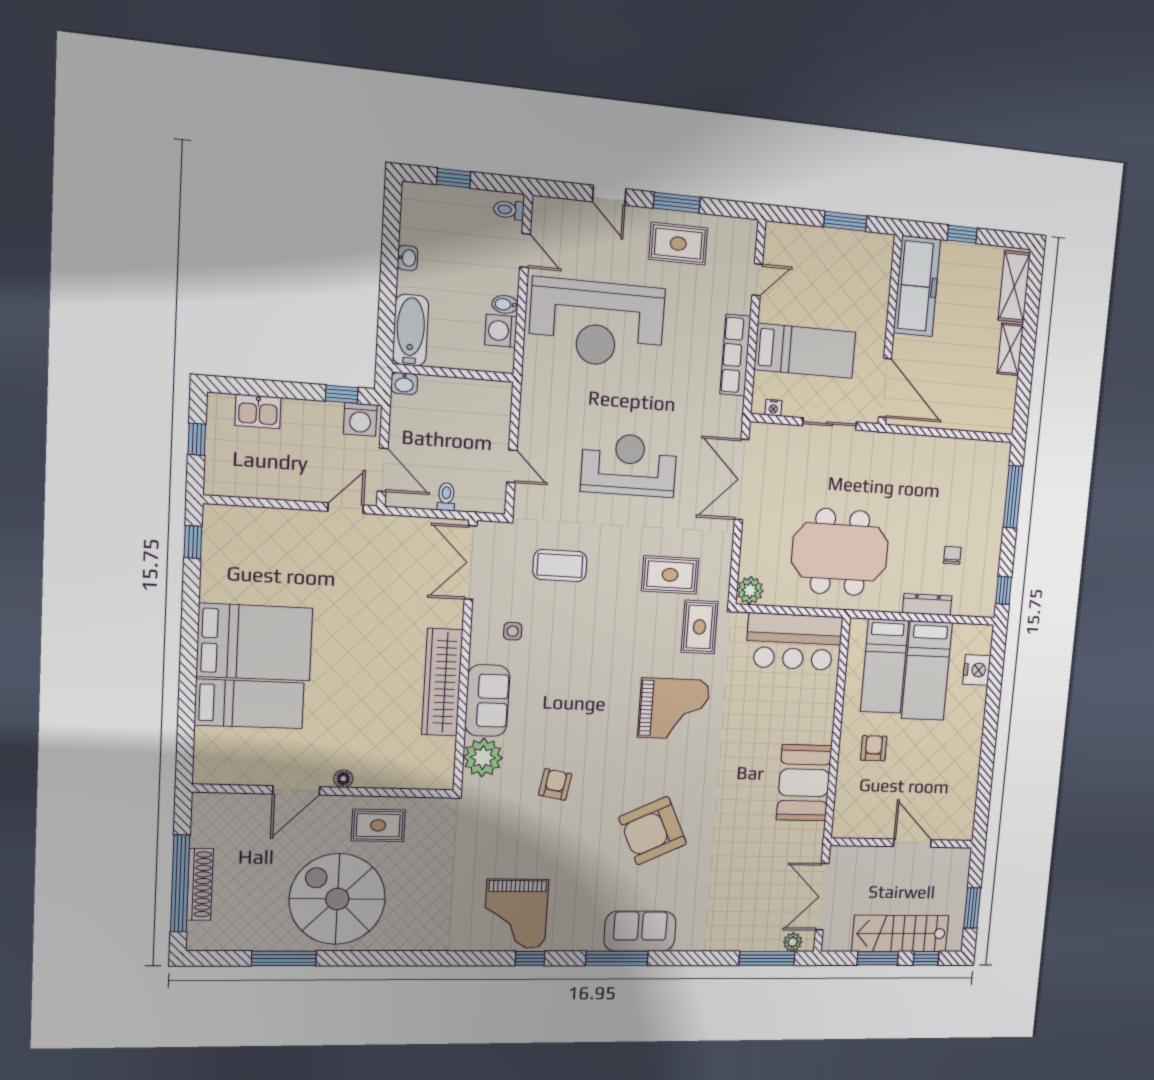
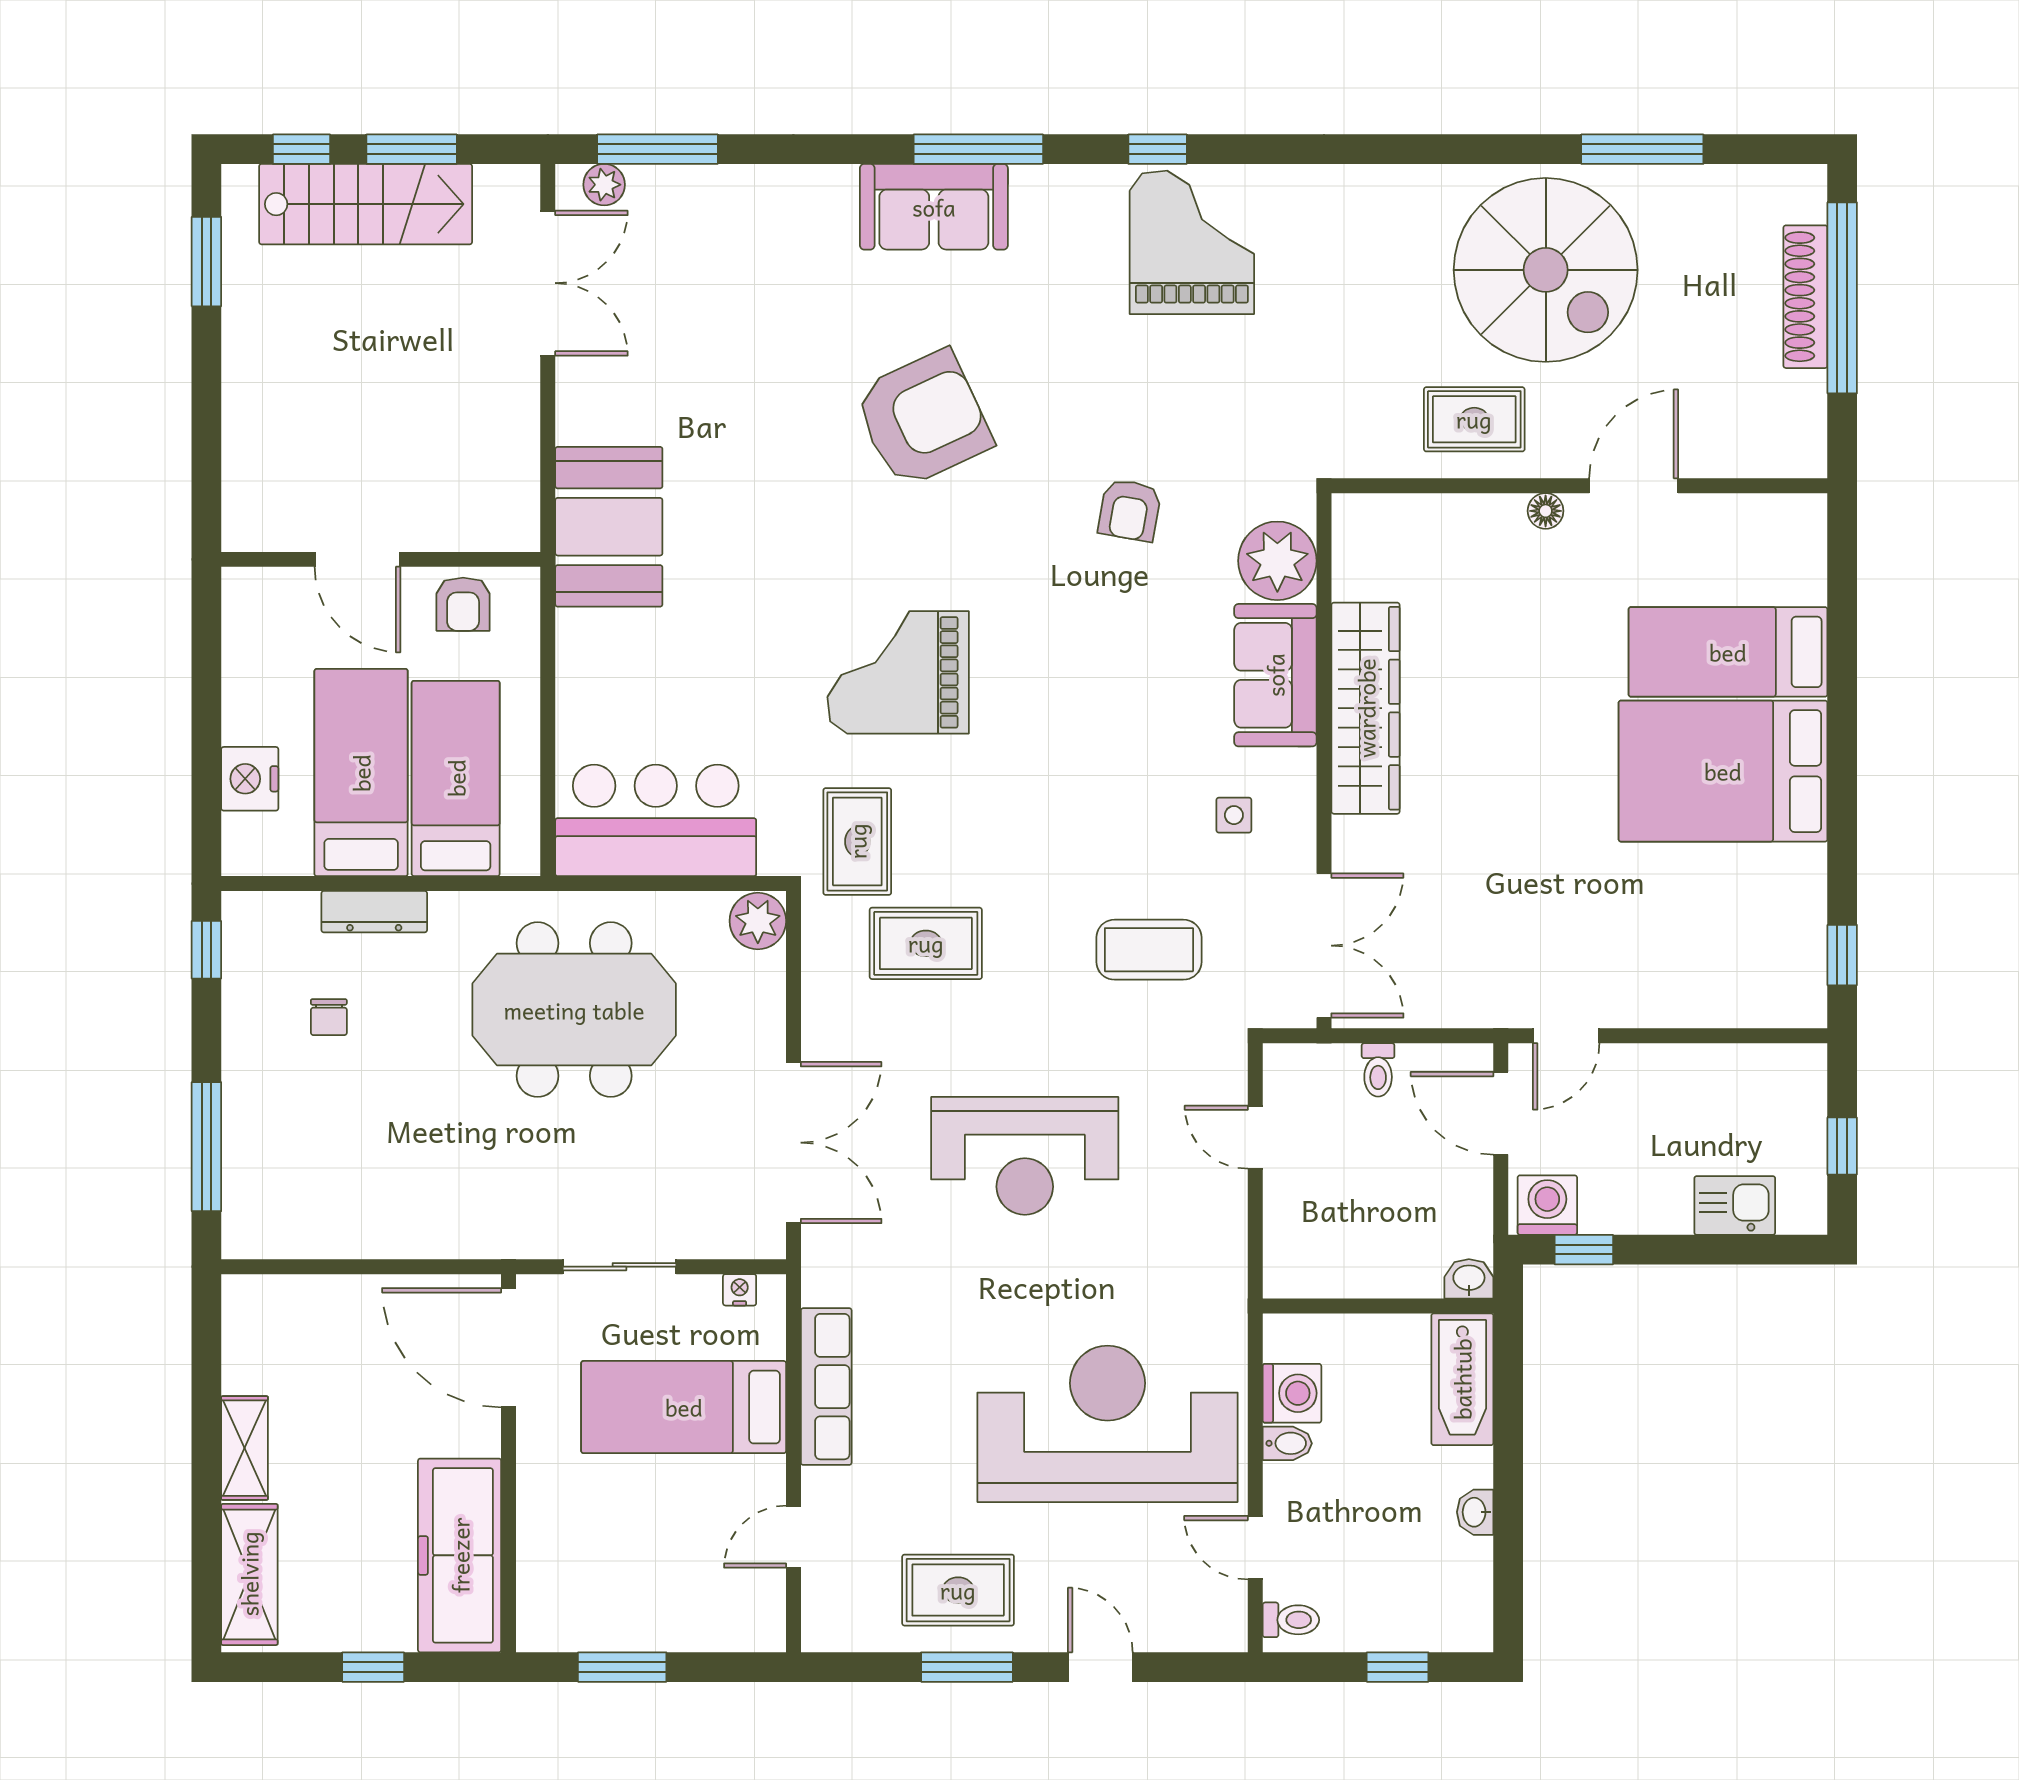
wall: (902, 843) -> (381, 559), moved
door: (912, 843) -> (357, 559), moved

